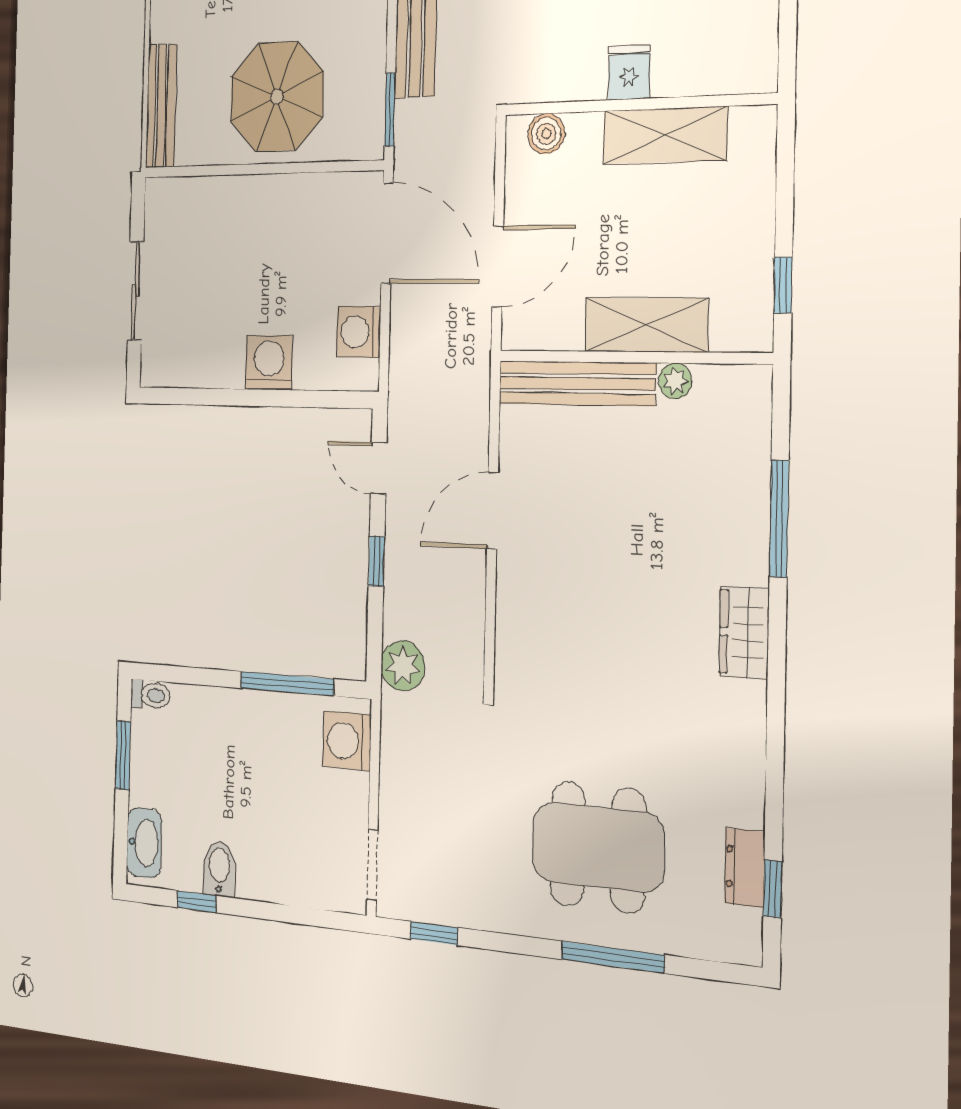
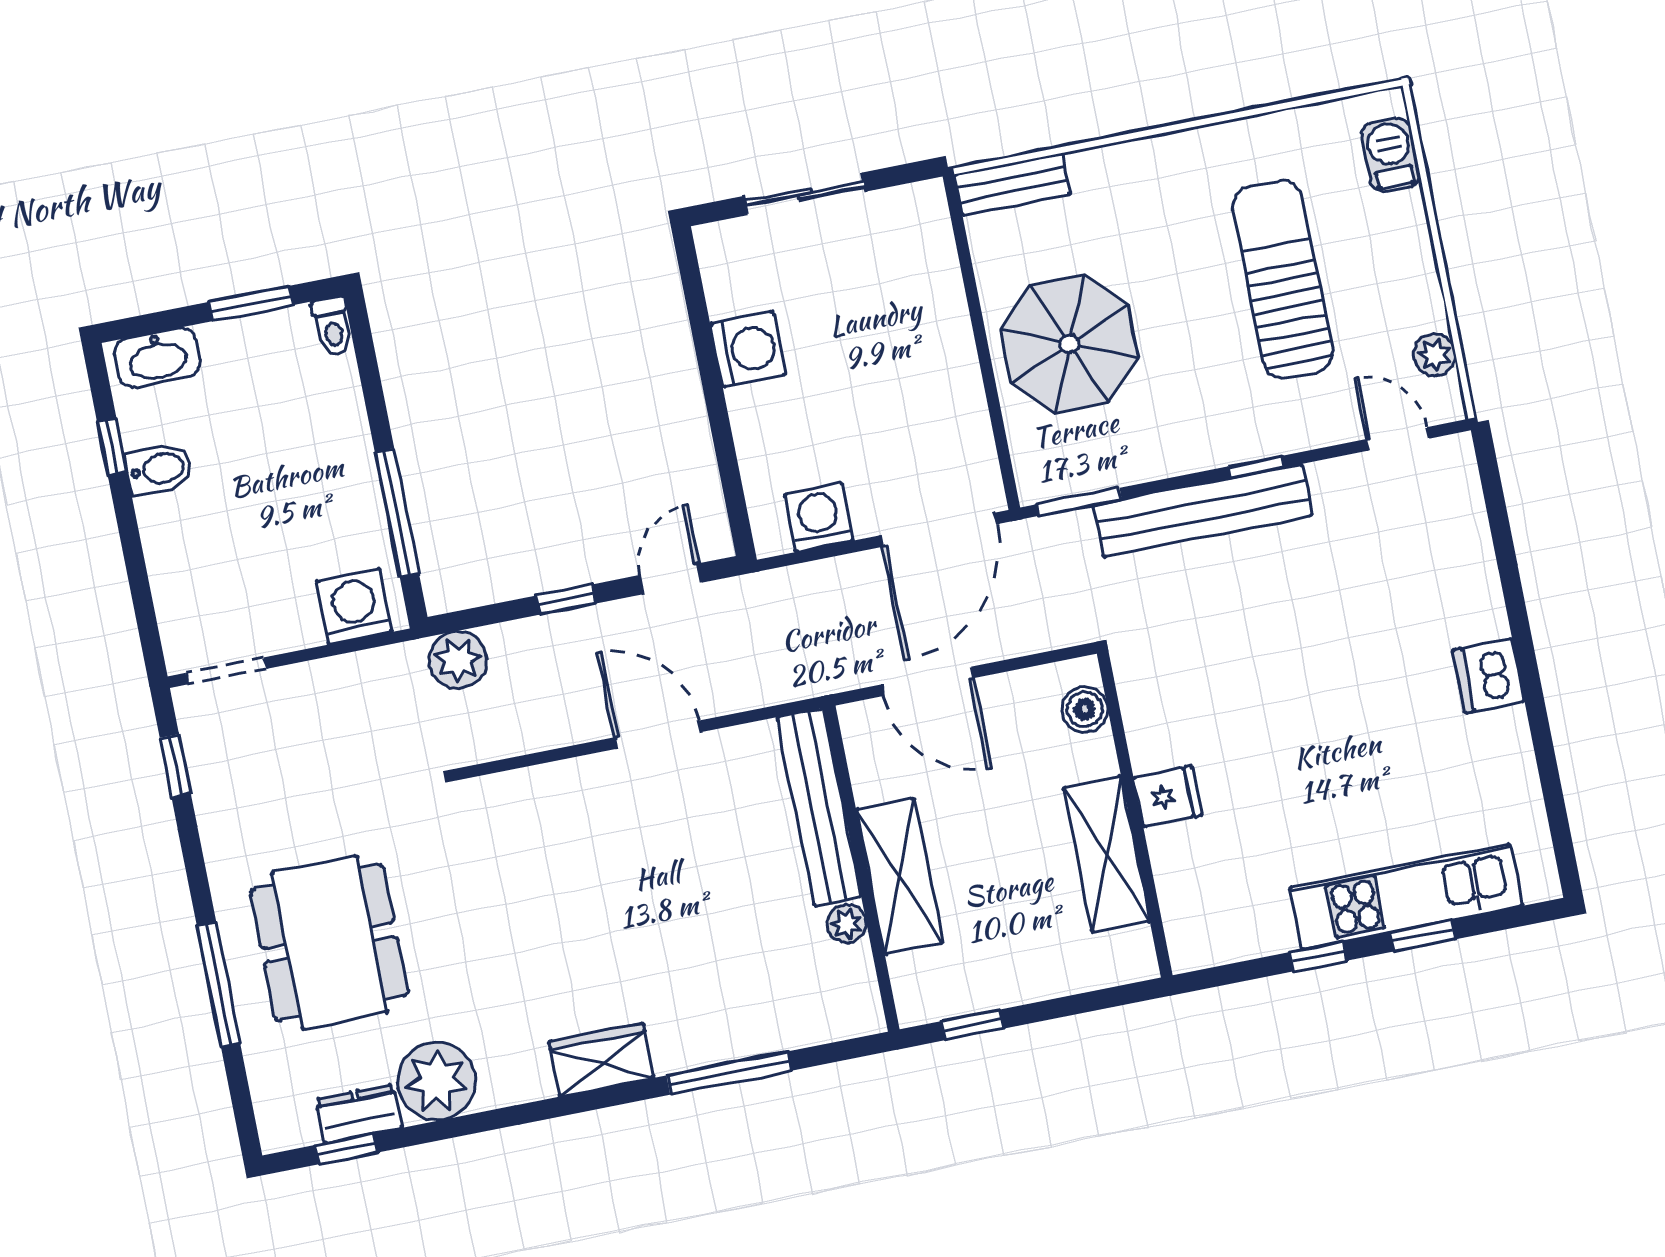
bench: (161, 106) -> (1012, 184), width x0.73
washing machine: (269, 363) -> (748, 349), moved
plant: (732, 788) -> (437, 1081), added

